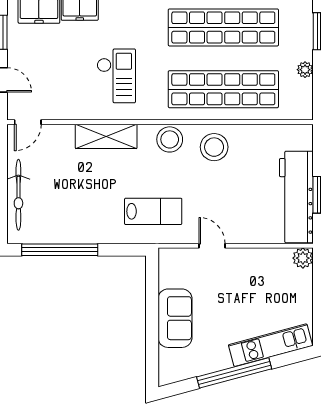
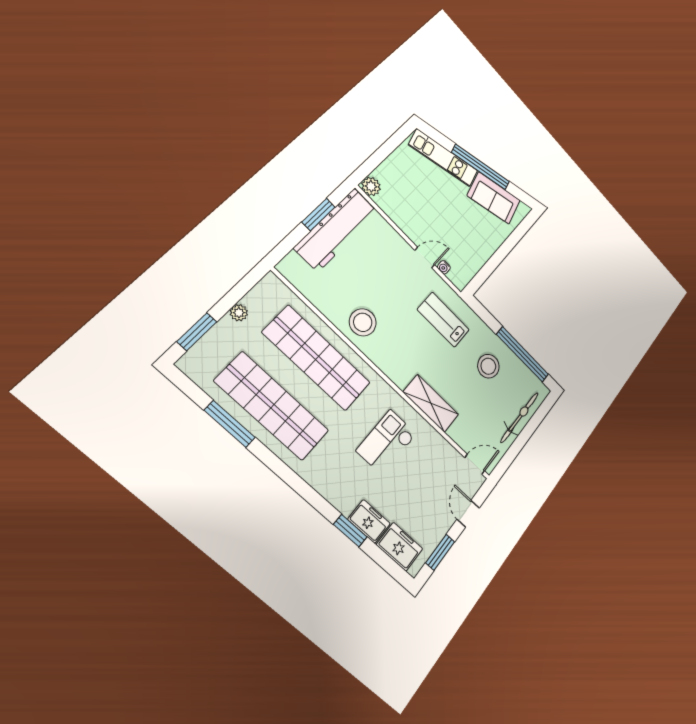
stool: (170, 139) -> (488, 366), moved
door: (212, 246) -> (425, 258), swing flipped
water cooler: (190, 254) -> (444, 267), added
sofa: (175, 318) -> (494, 198), moved, turned -105

